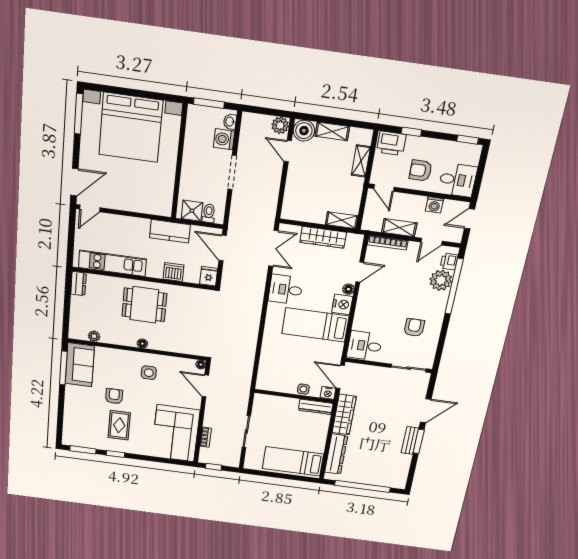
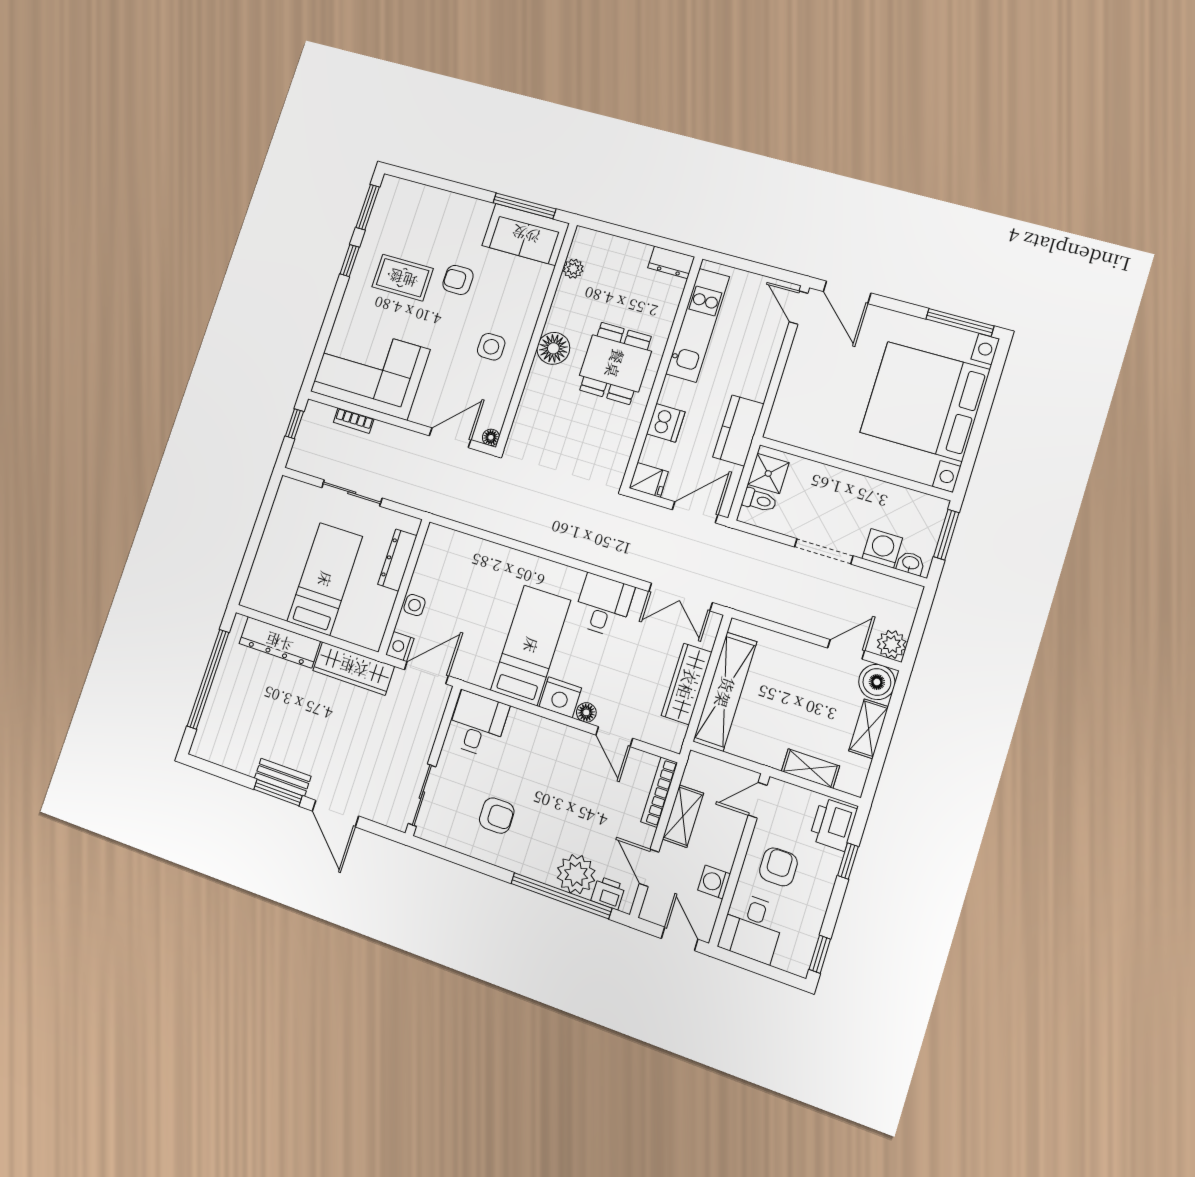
shelving: (342, 220) -> (725, 692), width x2.20, depth x1.33
floor lamp: (142, 344) -> (553, 348), width x1.89, depth x1.89
armchair: (114, 396) -> (458, 280), turned 180
dresser: (316, 407) -> (397, 560), moved
bed: (293, 461) -> (325, 579), moved

